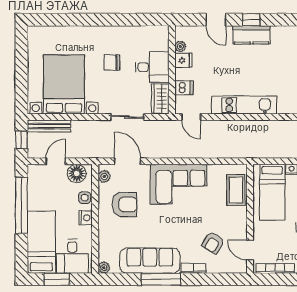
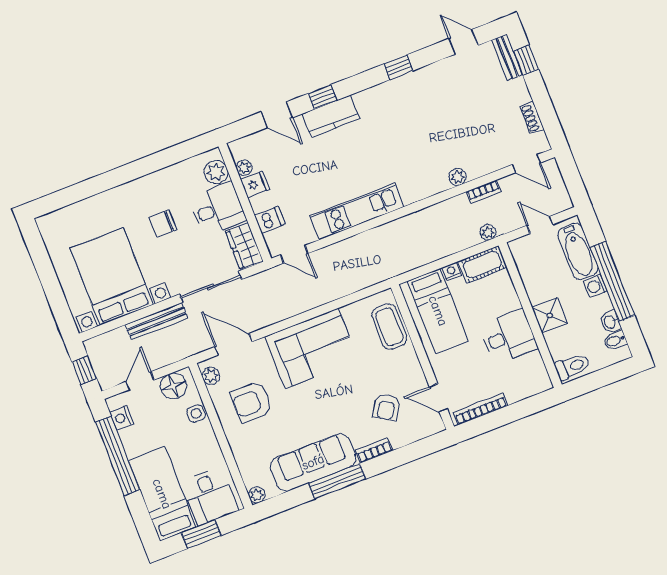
plant: (160, 42) -> (216, 172), added
sliding door: (127, 117) -> (210, 287), width x1.37
bench: (49, 126) -> (157, 321), moved
armchair: (125, 204) -> (252, 402), turned 180
nightstand: (86, 218) -> (122, 418), moved, turned 180

